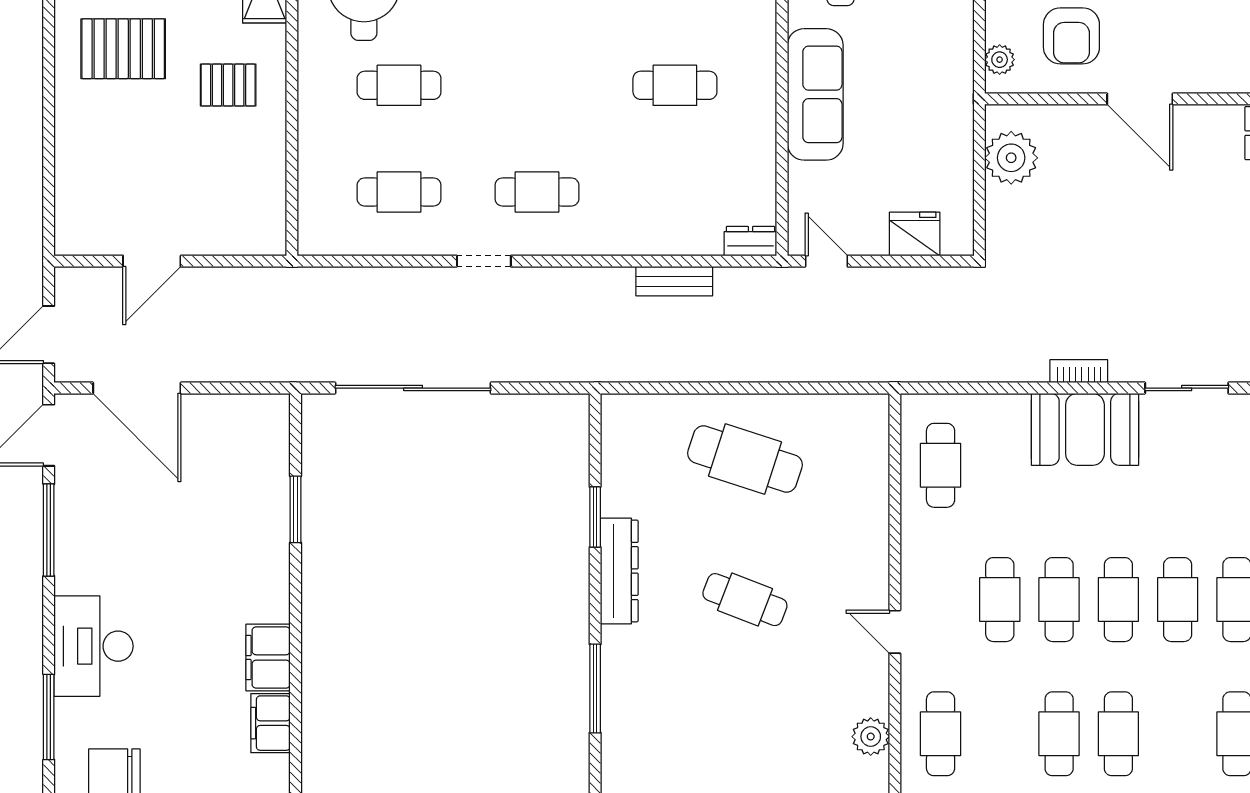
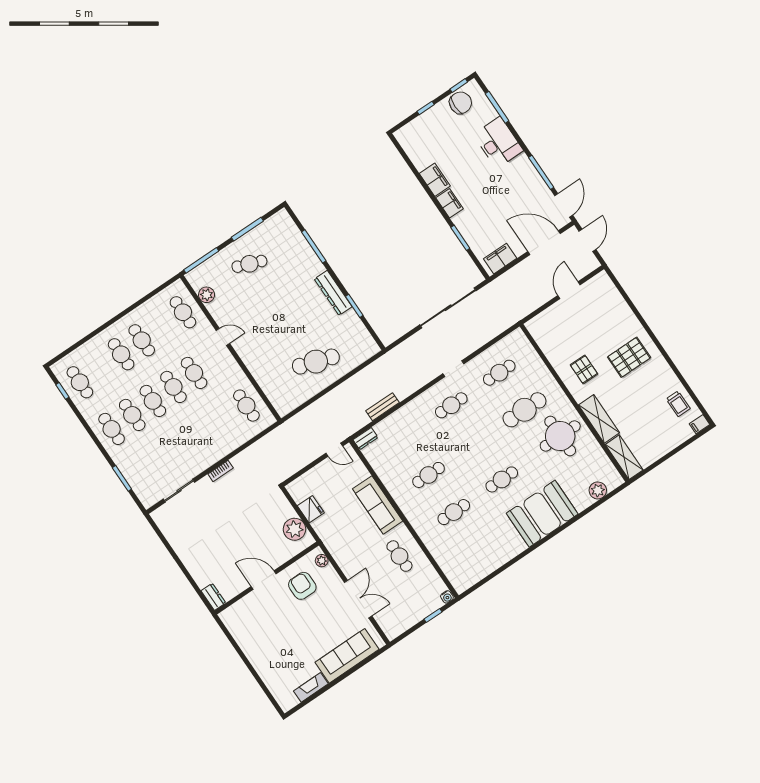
pallet: (228, 85) -> (584, 369), turned 90
cafe table: (399, 85) -> (524, 410), width x1.37, depth x1.35
fridge: (915, 234) -> (311, 509), moved, turned -90
filing cabinet: (245, 415) -> (500, 259), added
booth: (1085, 429) -> (205, 452), removed
cafe table: (745, 600) -> (249, 264), moved
filing cabinet: (271, 723) -> (449, 203), moved

